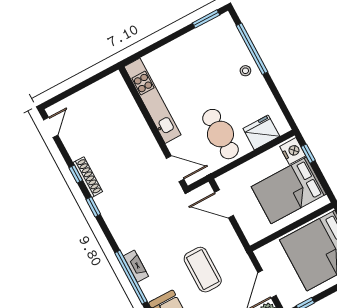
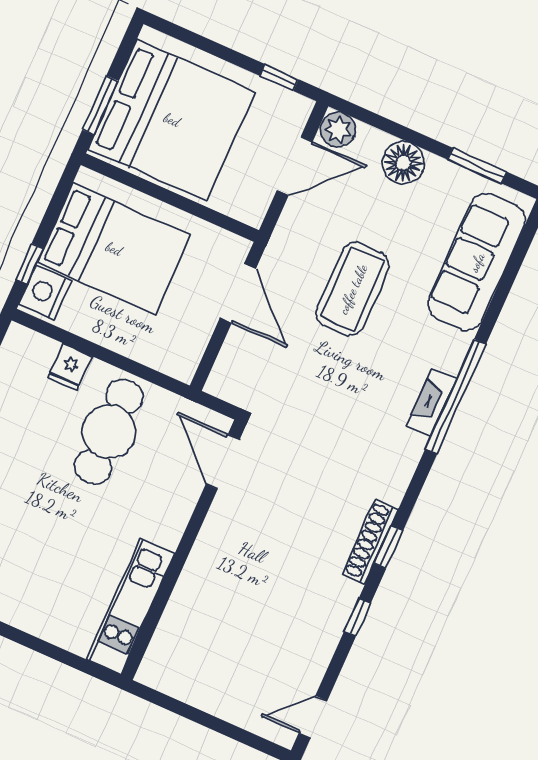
kitchen unit: (152, 101) -> (131, 607), width x0.73
fridge: (261, 132) -> (70, 367), width x0.53, depth x0.75
shoe rack: (88, 177) -> (370, 542), moved
door: (224, 204) -> (238, 293), moved

